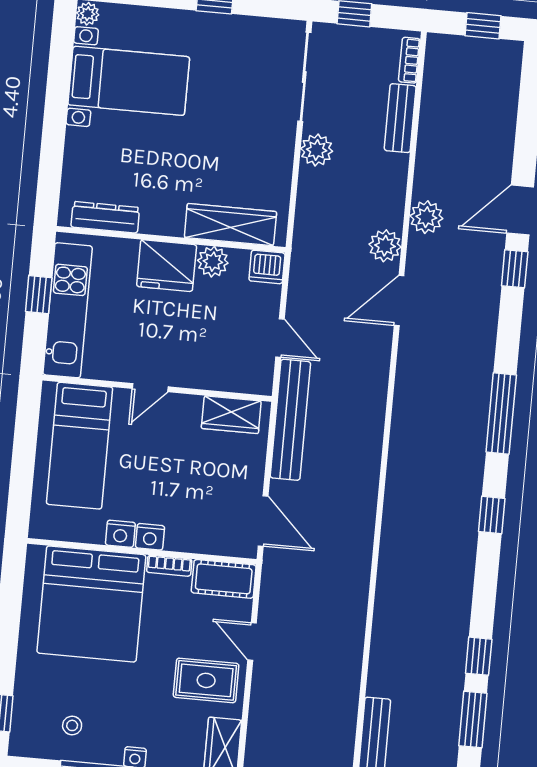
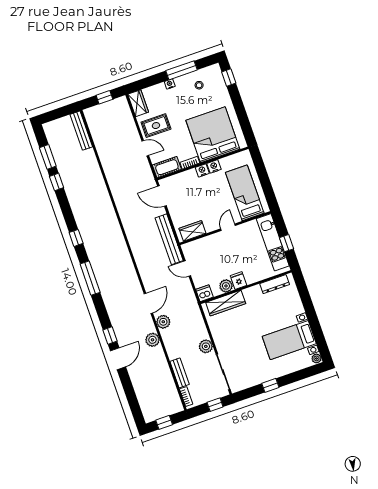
fridge: (167, 266) -> (239, 281), width x0.53, depth x0.75

